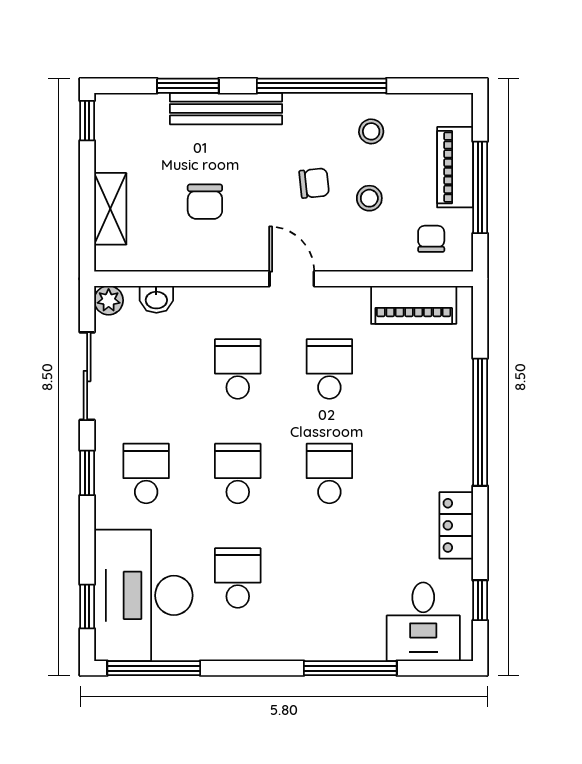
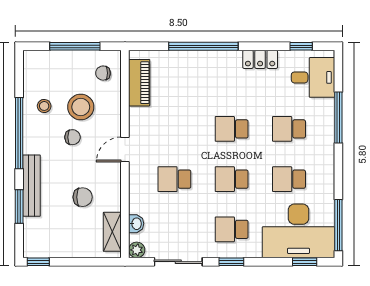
piano: (455, 167) -> (64, 60), removed
chair: (314, 183) -> (72, 137), turned 96
stool: (369, 198) -> (81, 107), width x1.89, depth x1.89
shelving: (110, 209) -> (112, 232), moved, turned 90
school desk: (329, 369) -> (289, 129), moved

